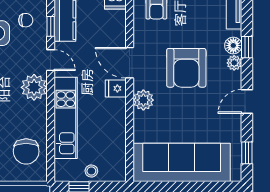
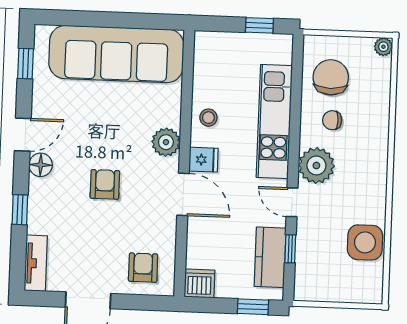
chair: (26, 20) -> (332, 120), moved
floor lamp: (233, 45) -> (41, 165), moved
plant: (234, 63) -> (38, 189), removed
armchair: (186, 68) -> (105, 184), width x0.53, depth x0.53
stool: (91, 171) -> (208, 118), moved

